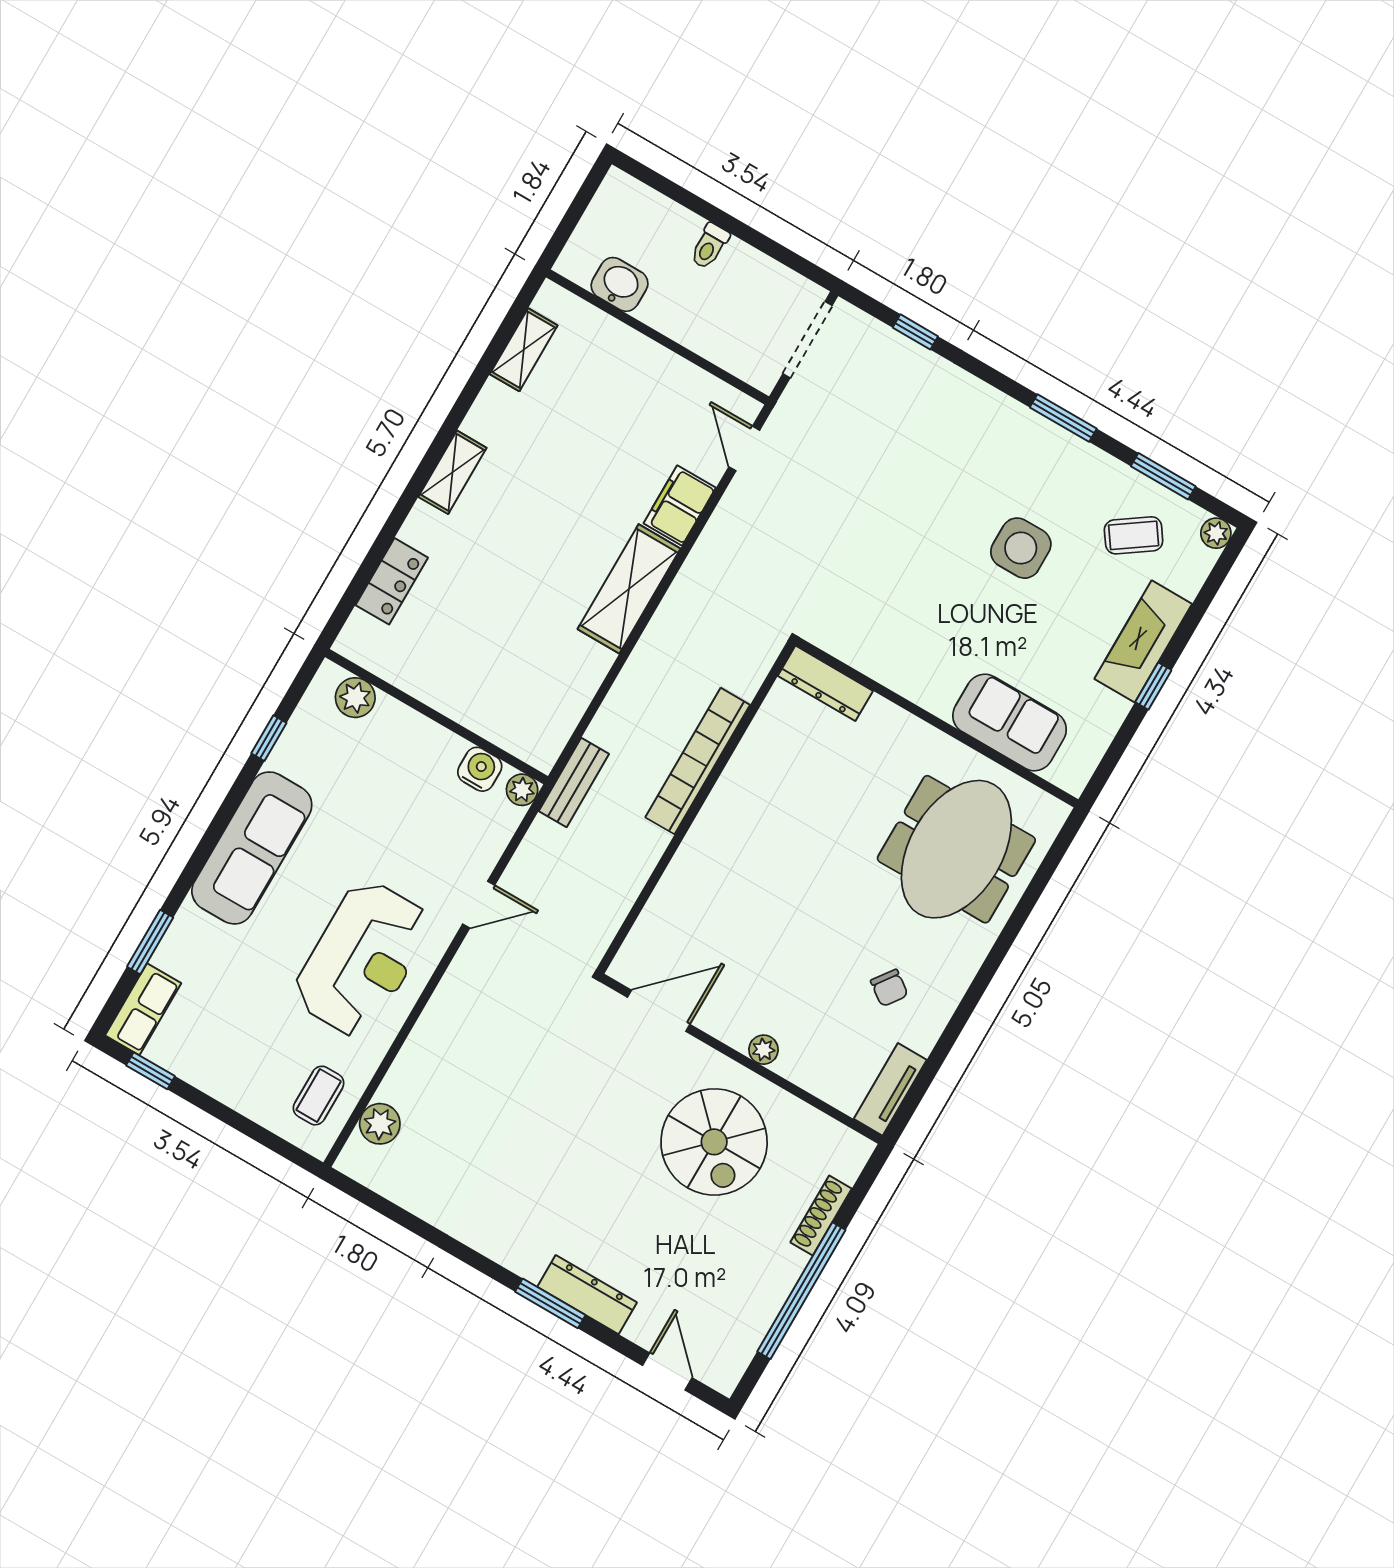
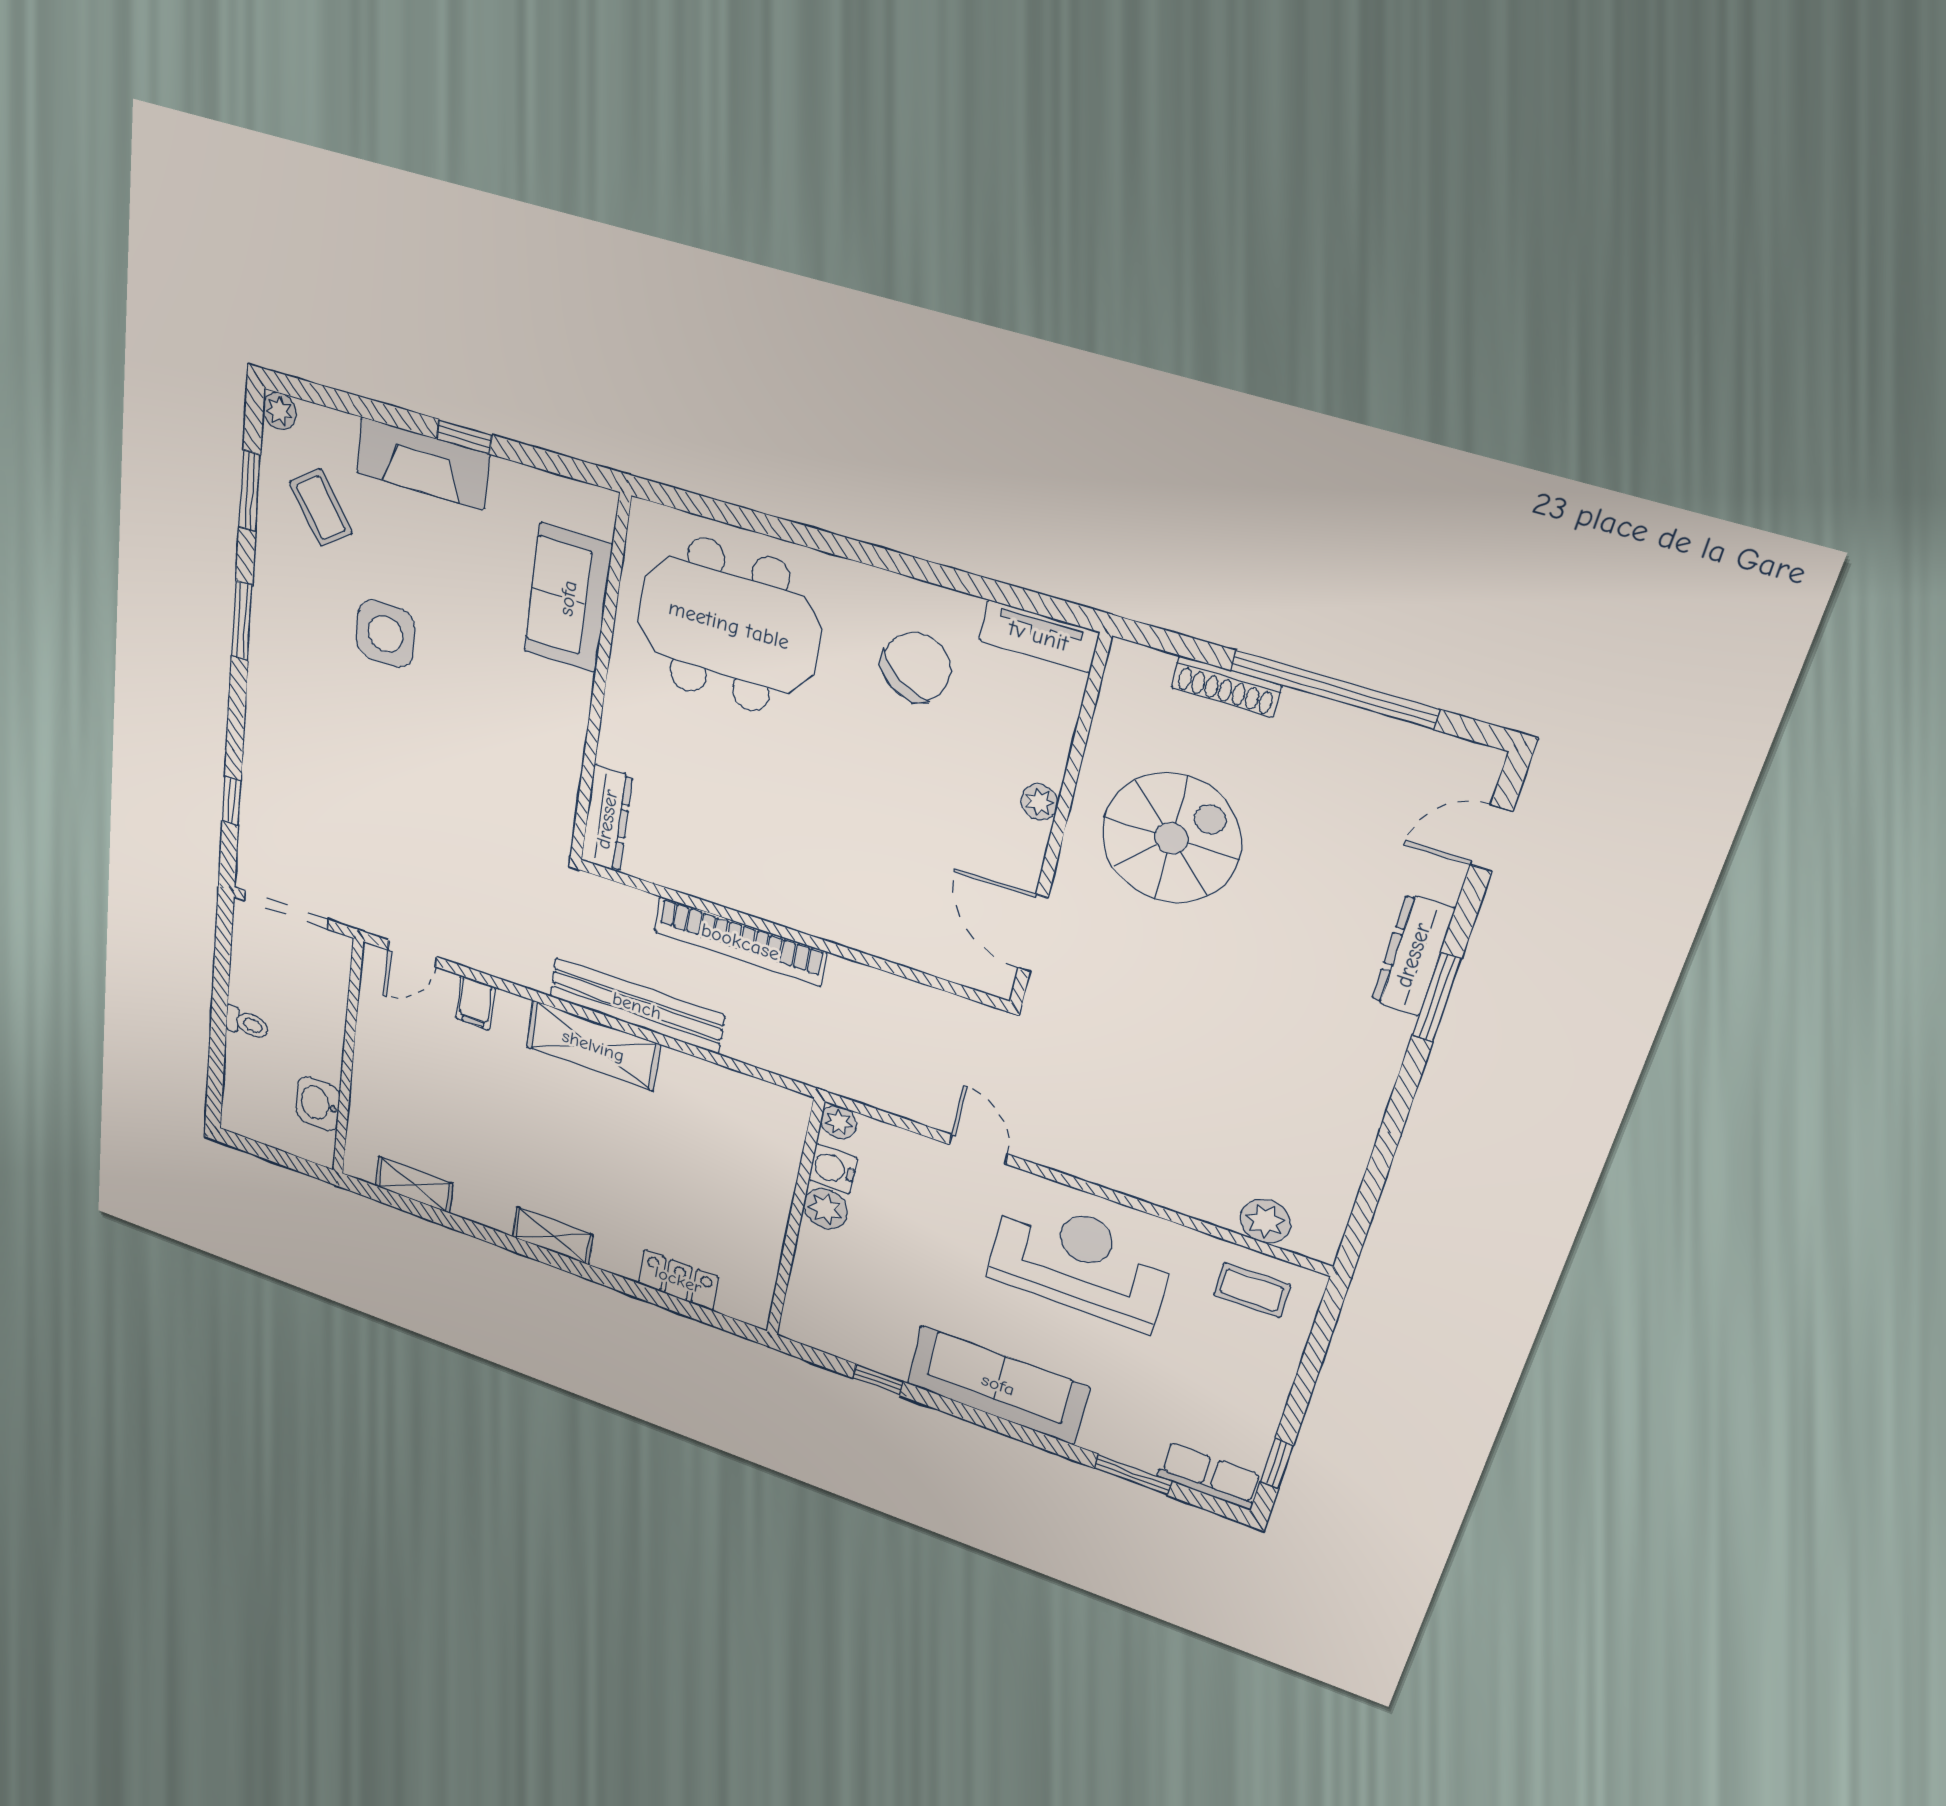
filing cabinet: (680, 506) -> (475, 1003), width x0.50
plant: (355, 698) -> (825, 1209), moved
bench: (574, 782) -> (637, 1006), moved, width x1.86, depth x1.21
chair: (889, 988) -> (916, 667), width x1.87, depth x1.87

